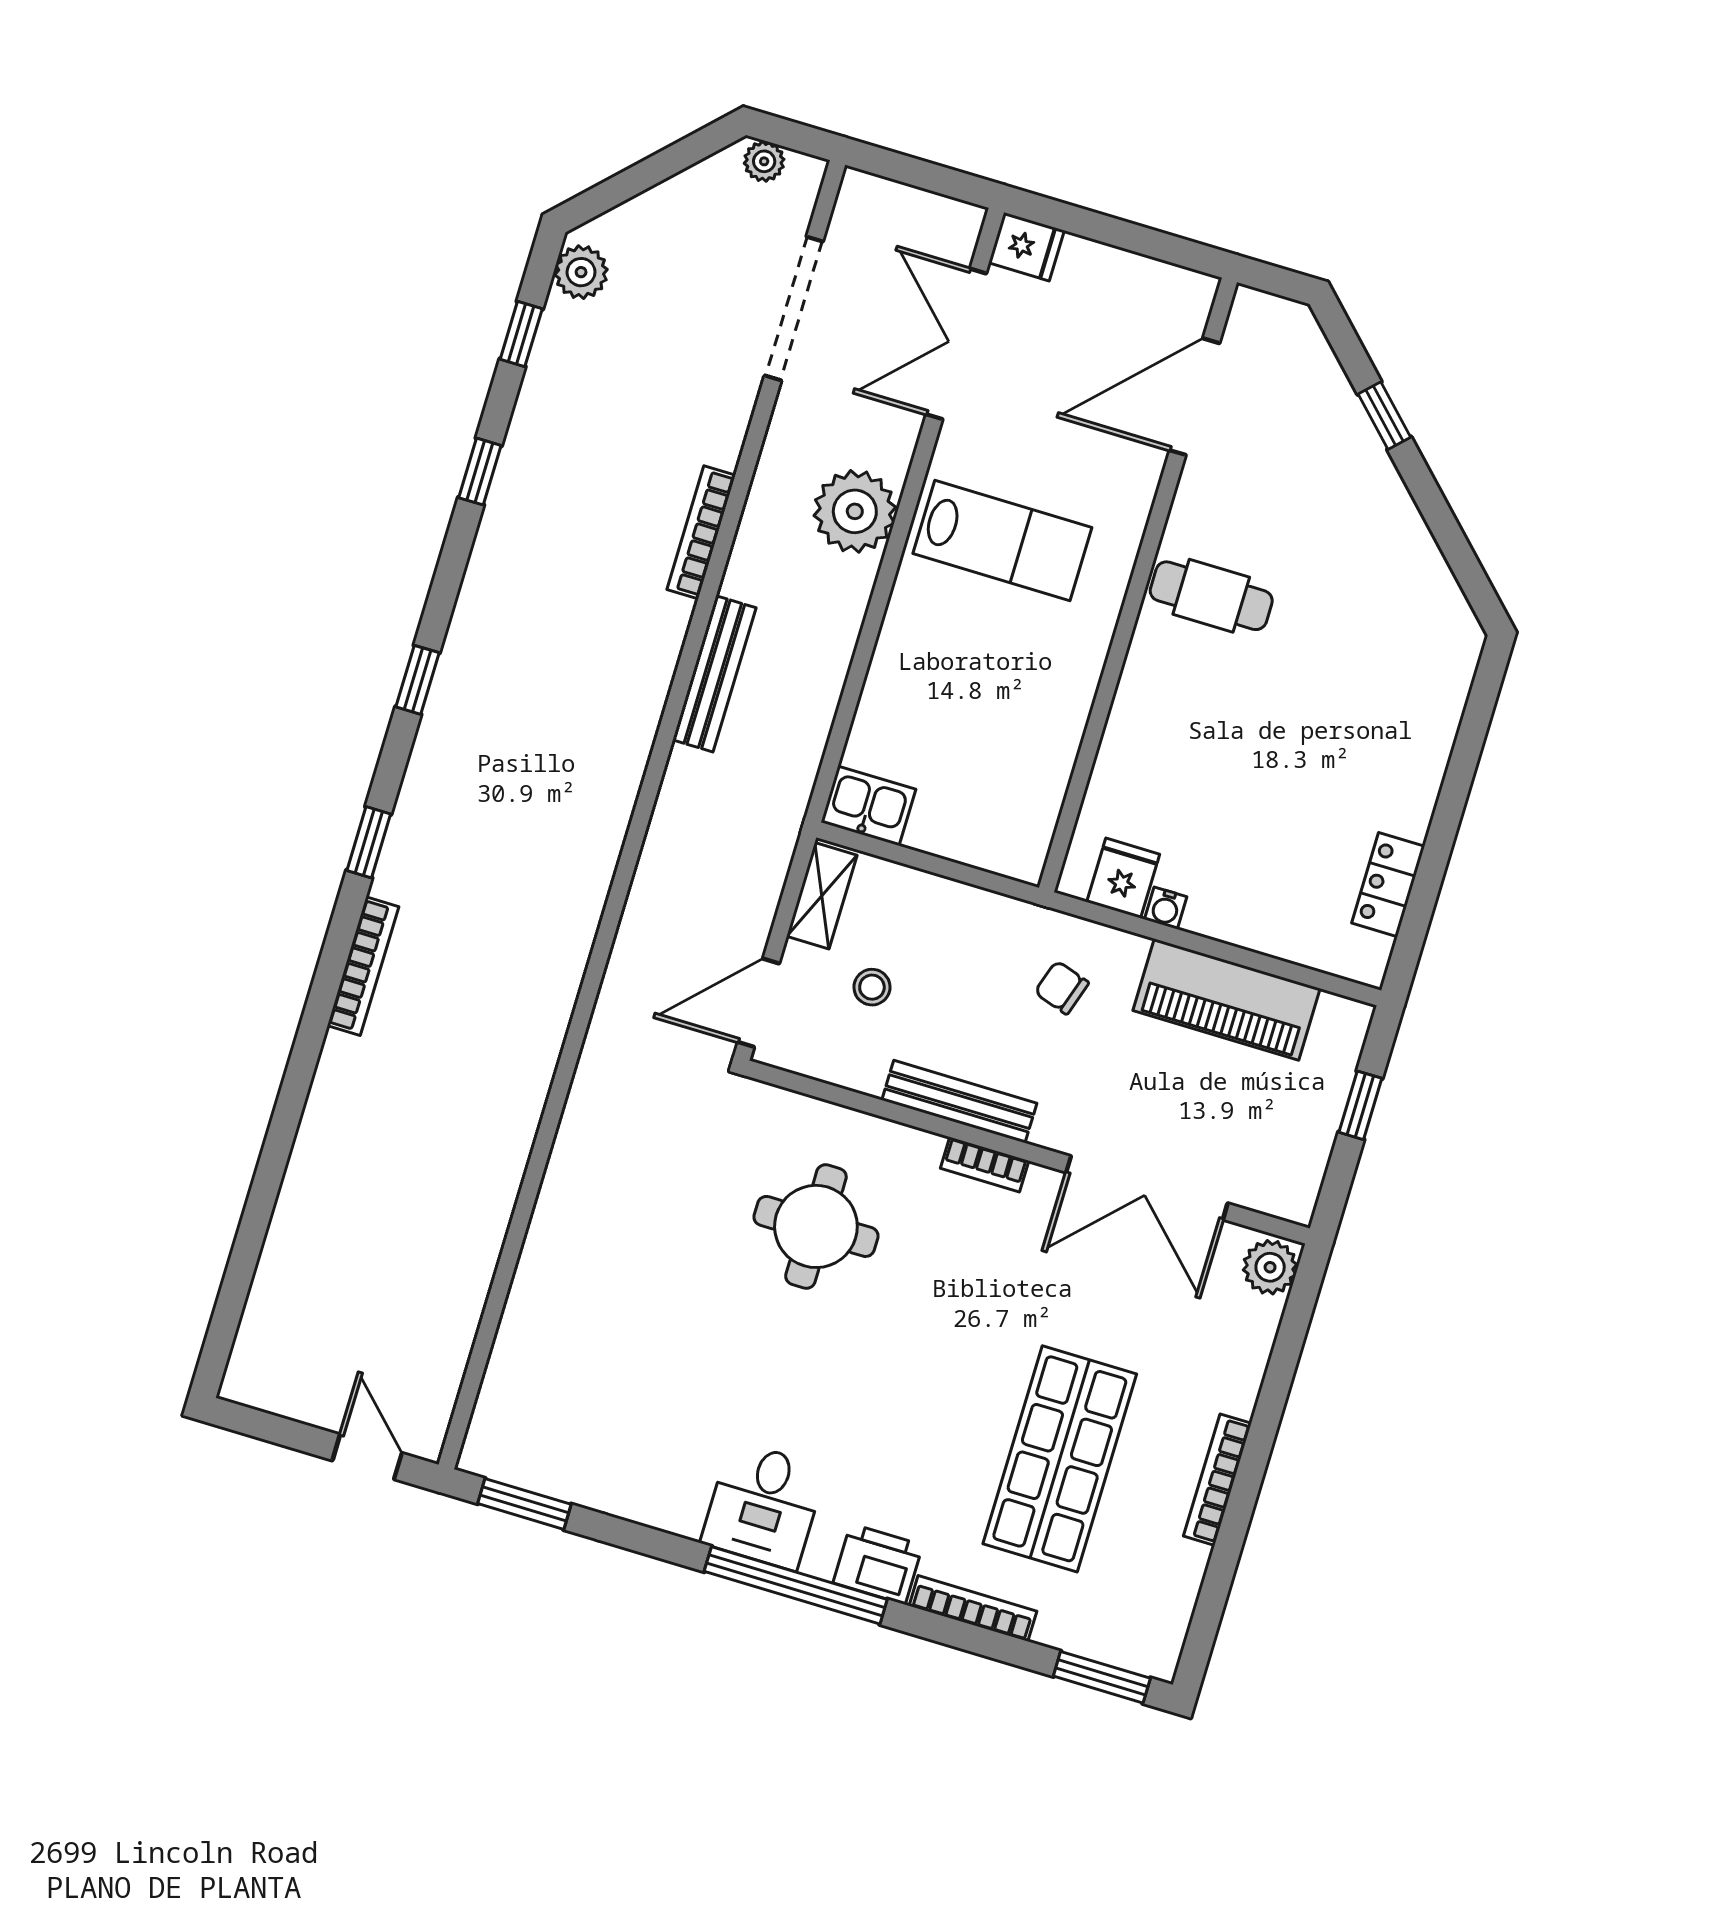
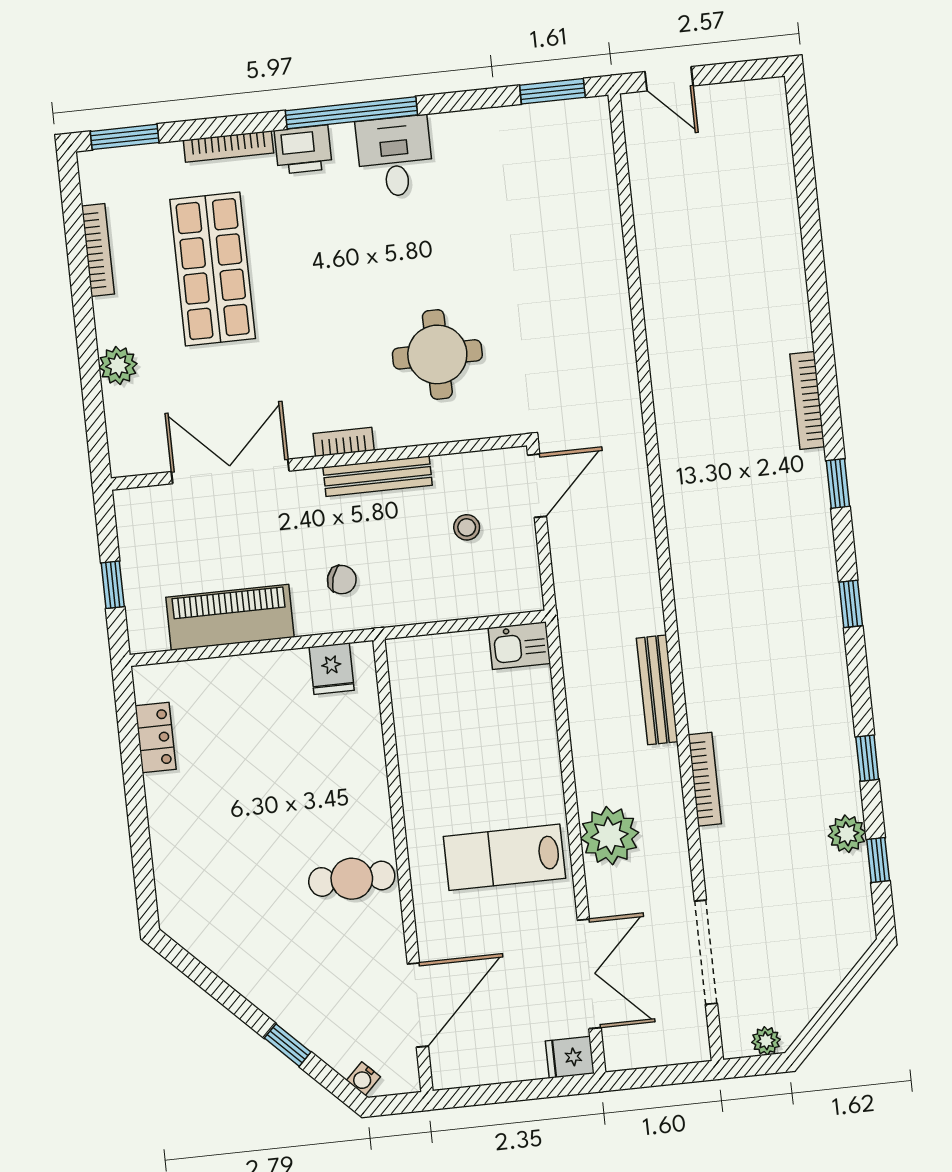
plant: (581, 272) -> (847, 834), moved
shelving: (822, 896) -> (525, 574), removed
water cooler: (1166, 908) -> (363, 1079), moved, turned -135
plant: (1270, 1267) -> (118, 366), moved
bookcase: (1217, 1480) -> (98, 250), moved

